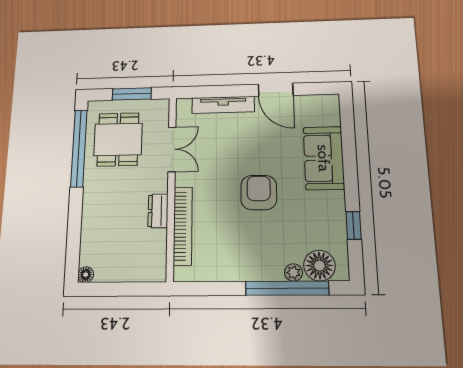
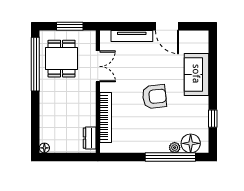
armchair: (259, 193) -> (154, 97), turned 83
dresser: (158, 211) -> (90, 138), moved

